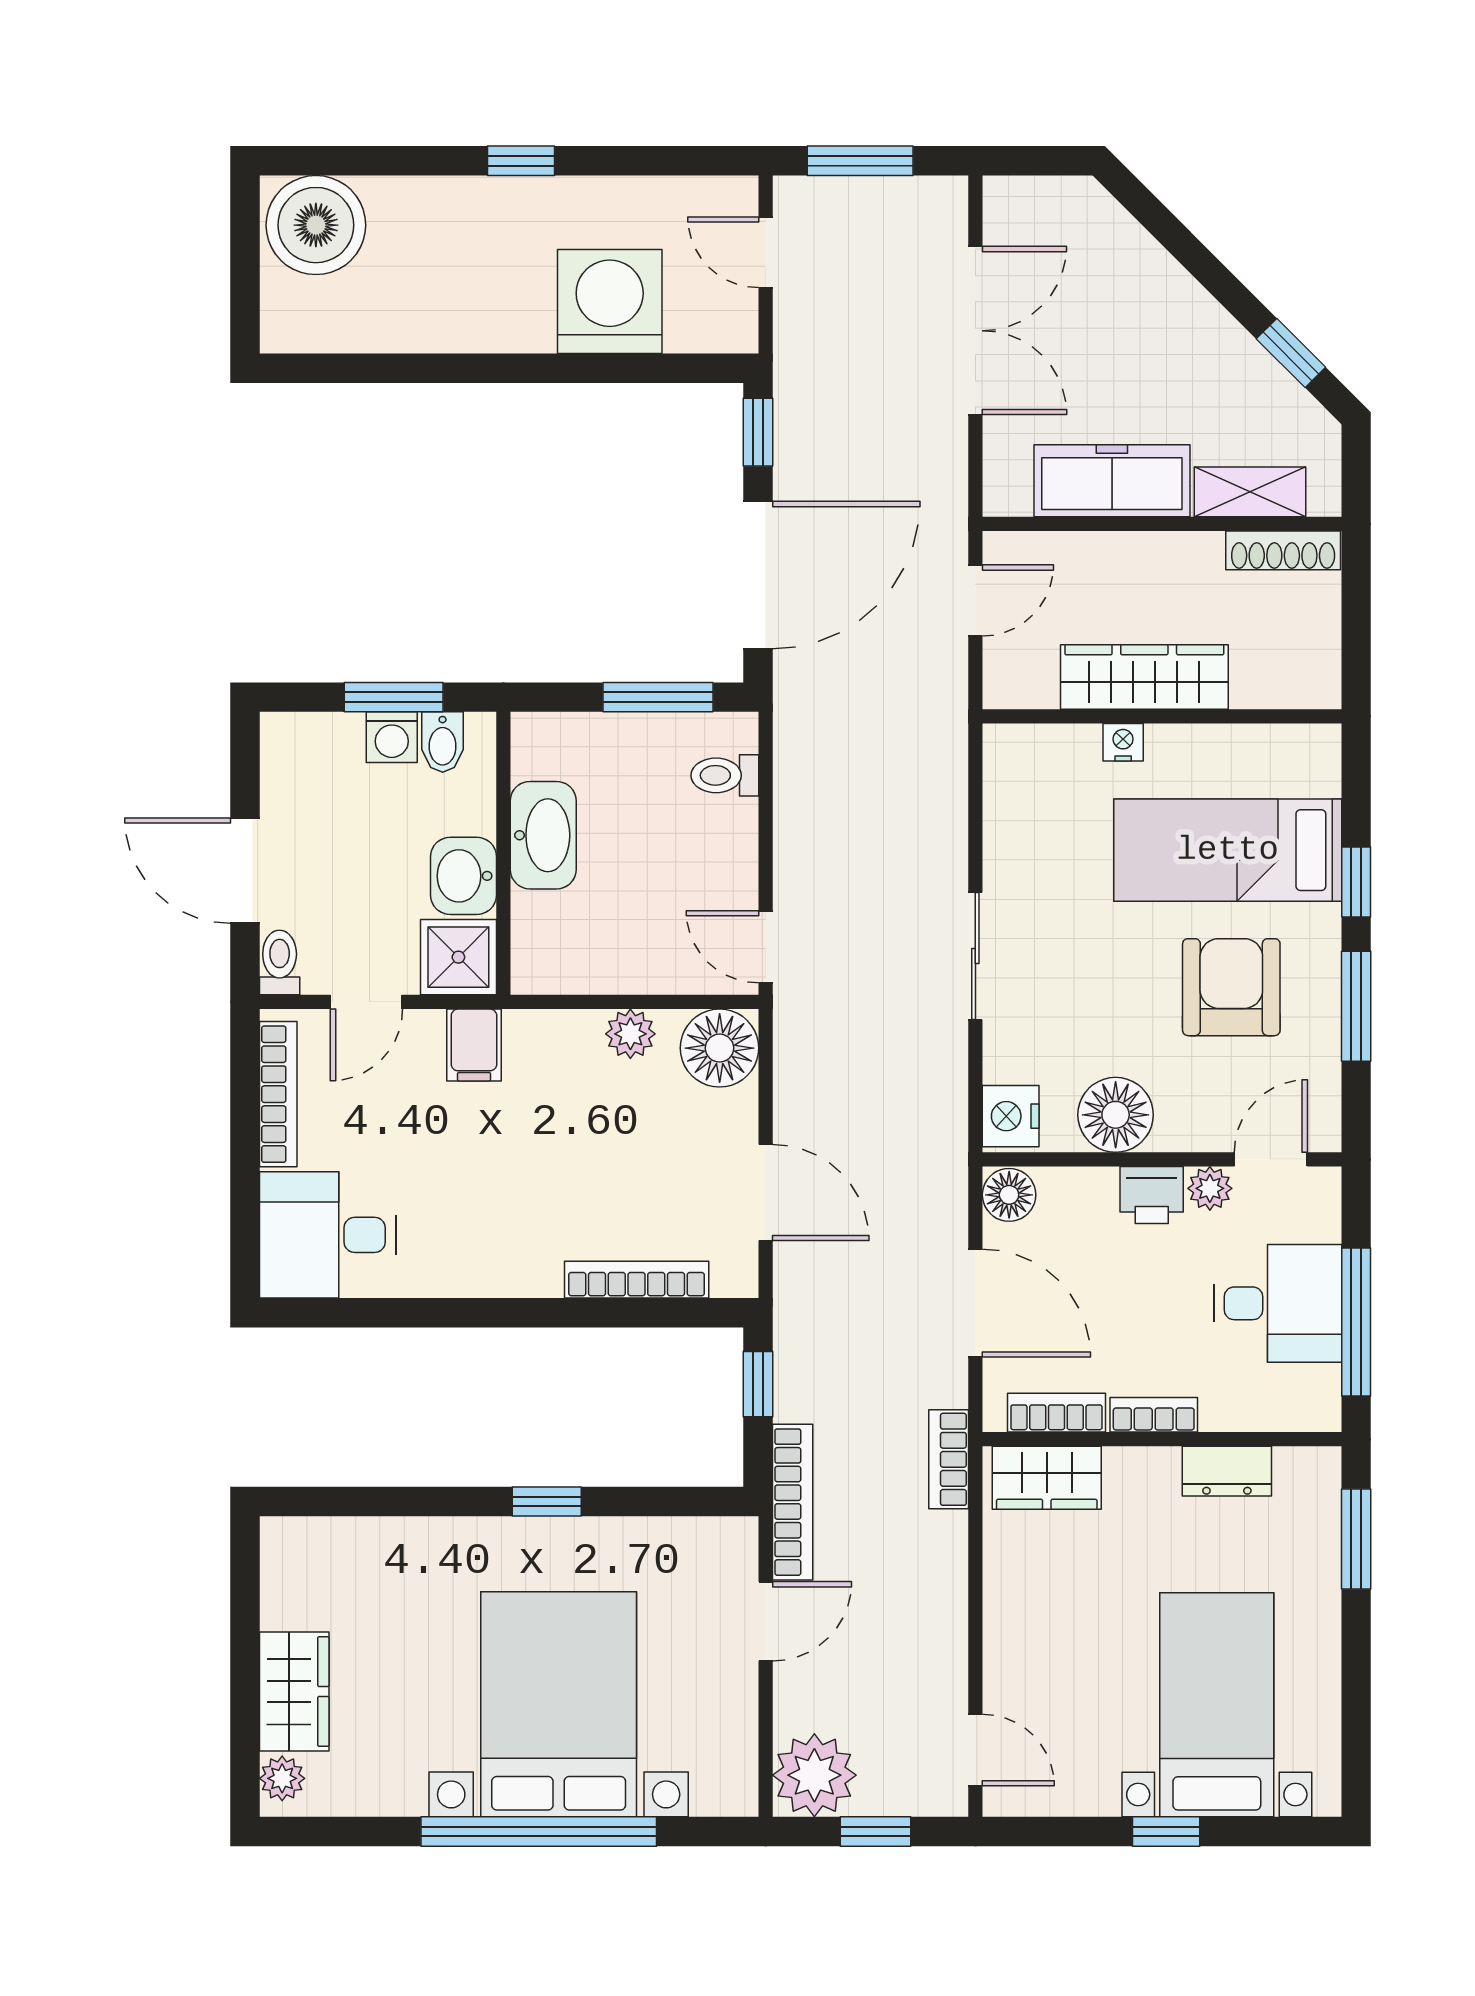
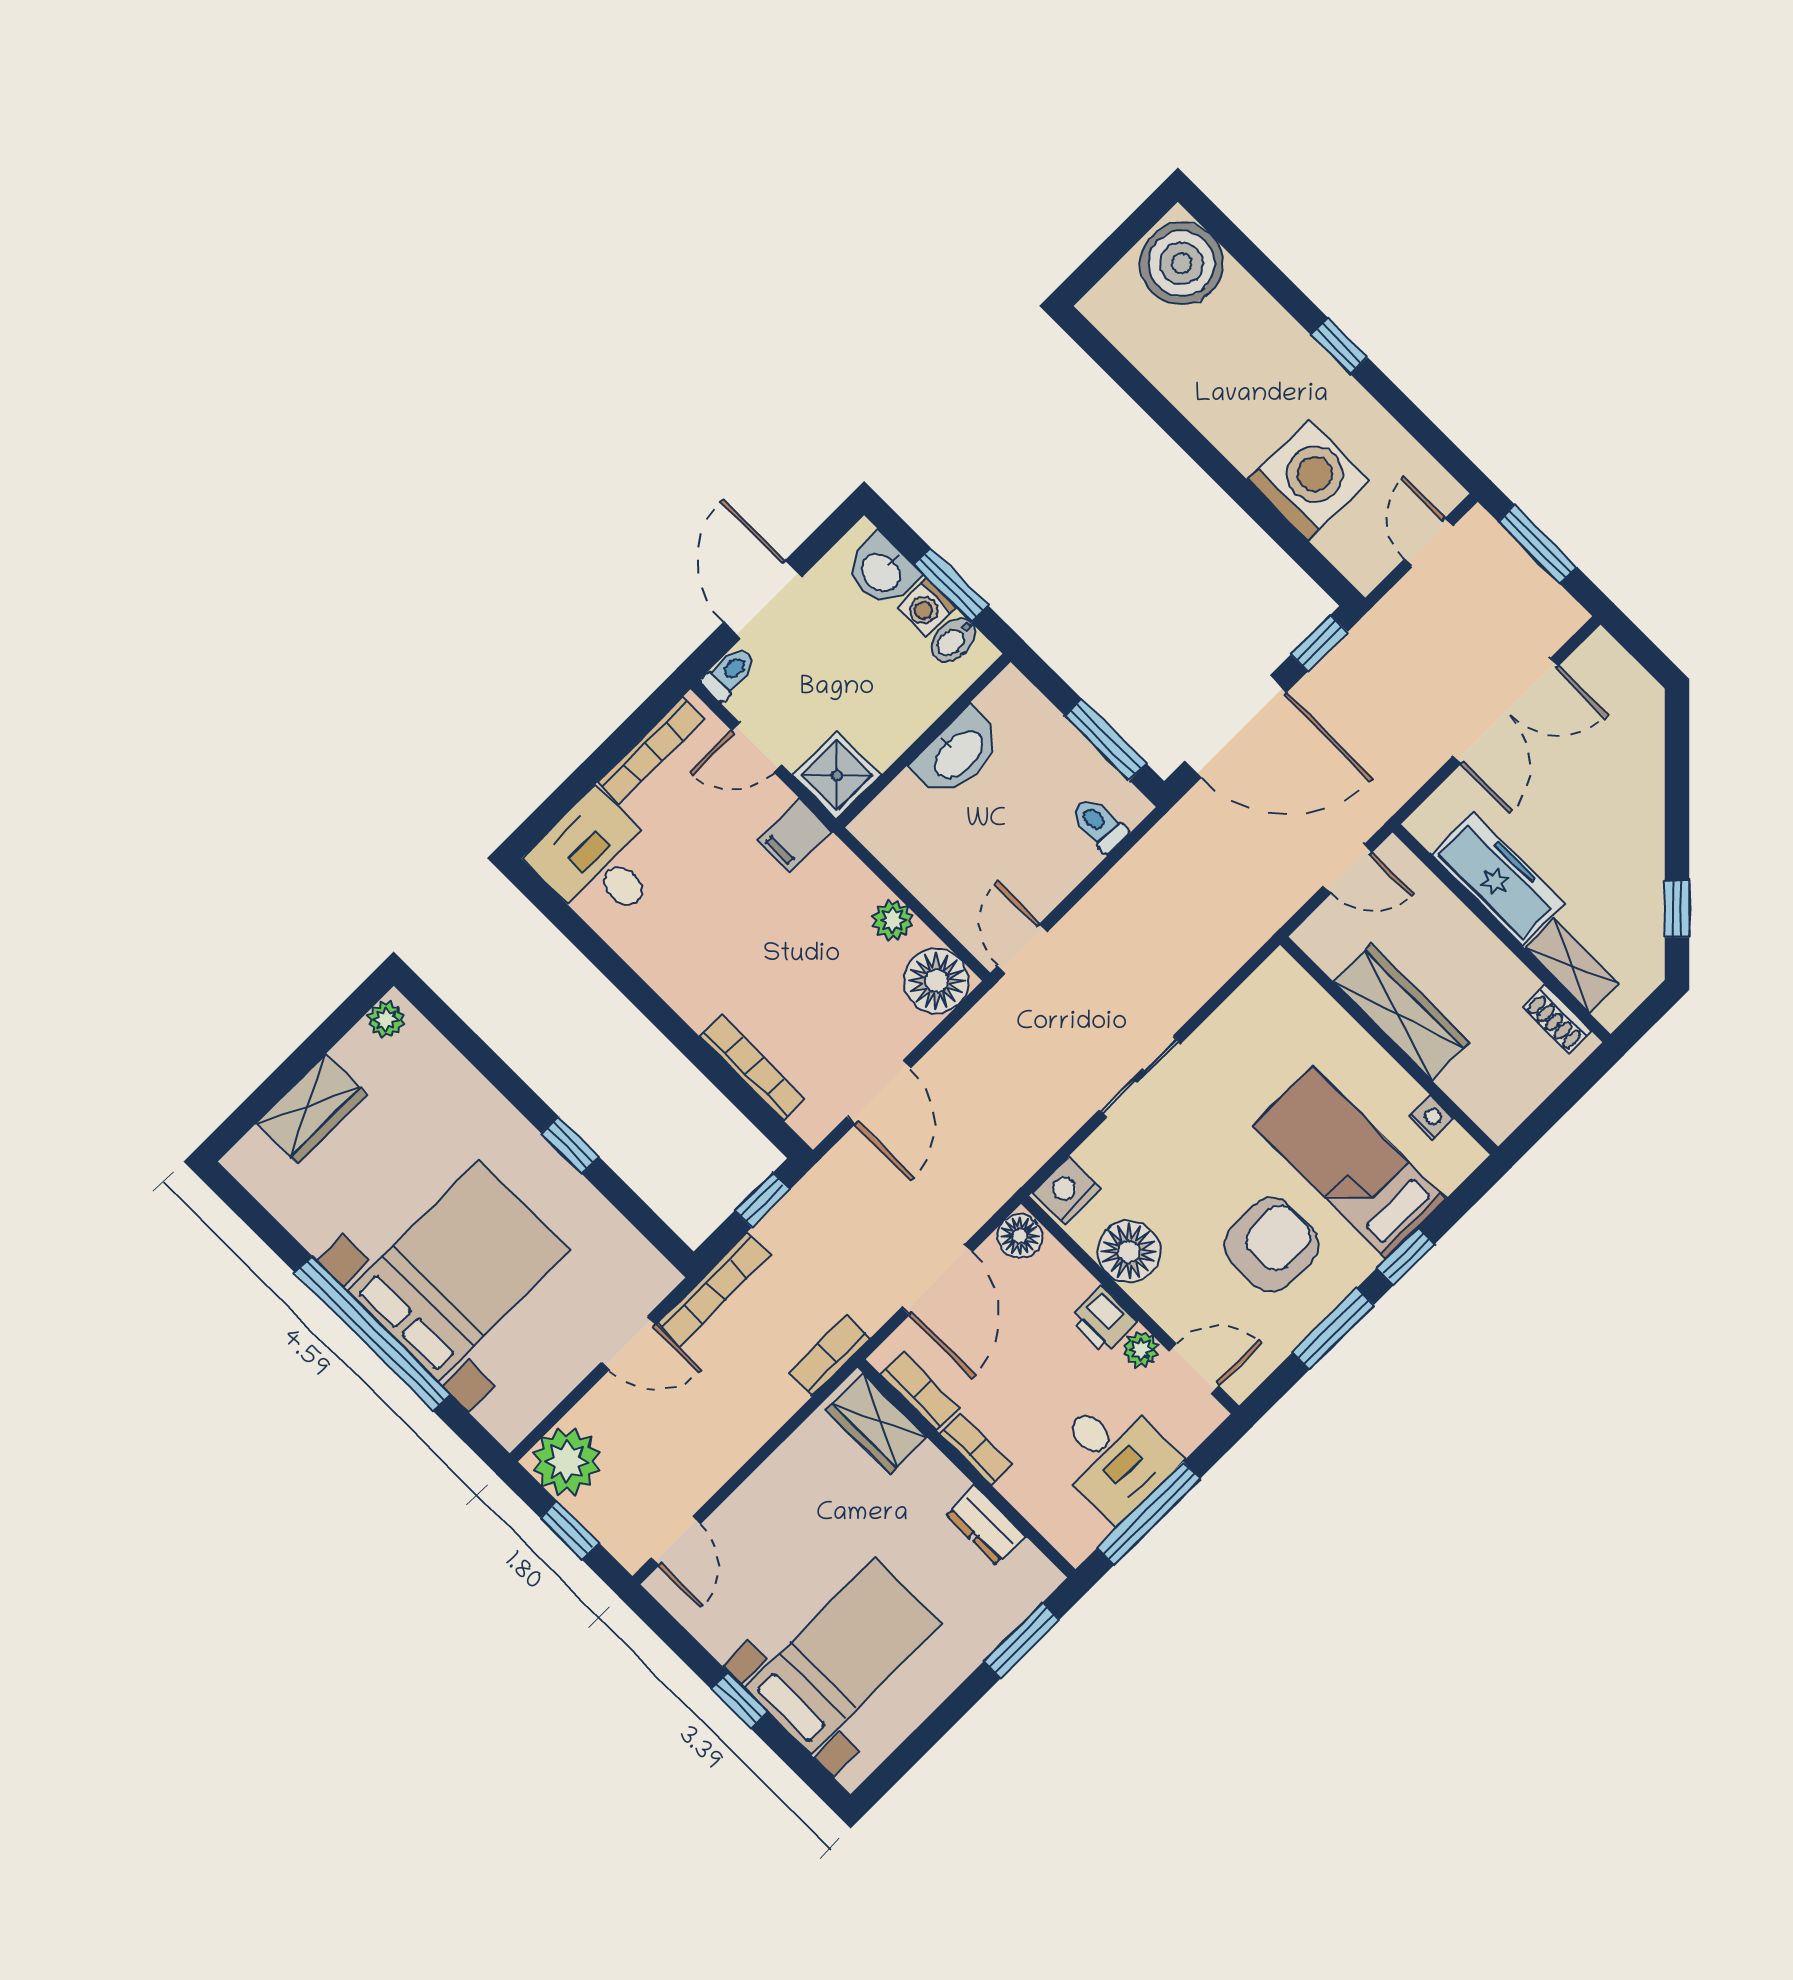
shoe rack: (1283, 550) -> (1557, 1019), width x0.70
nightstand: (1123, 742) -> (1431, 1118), moved
washbasin: (464, 876) -> (882, 571), moved, turned -90
plant: (282, 1778) -> (386, 1020), moved

